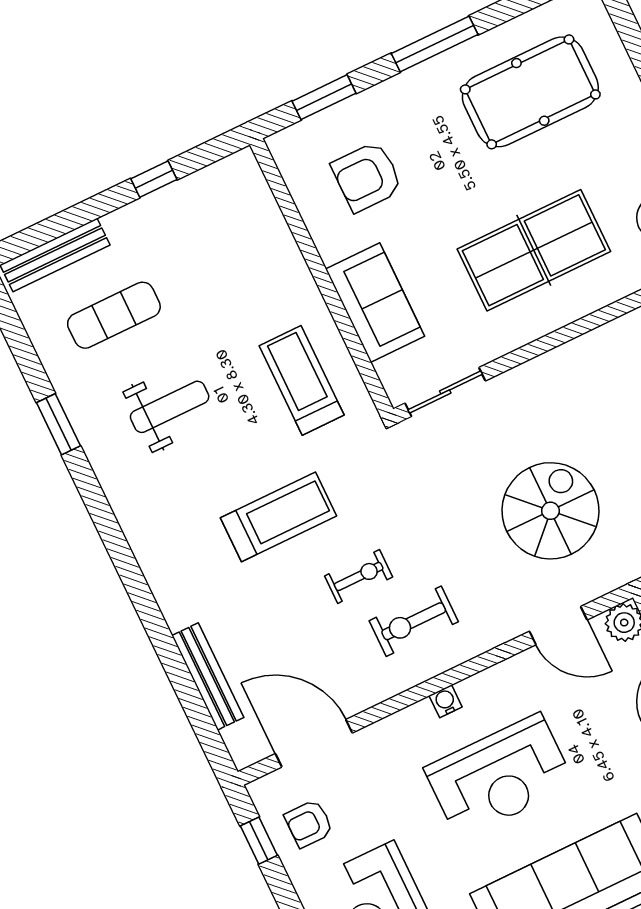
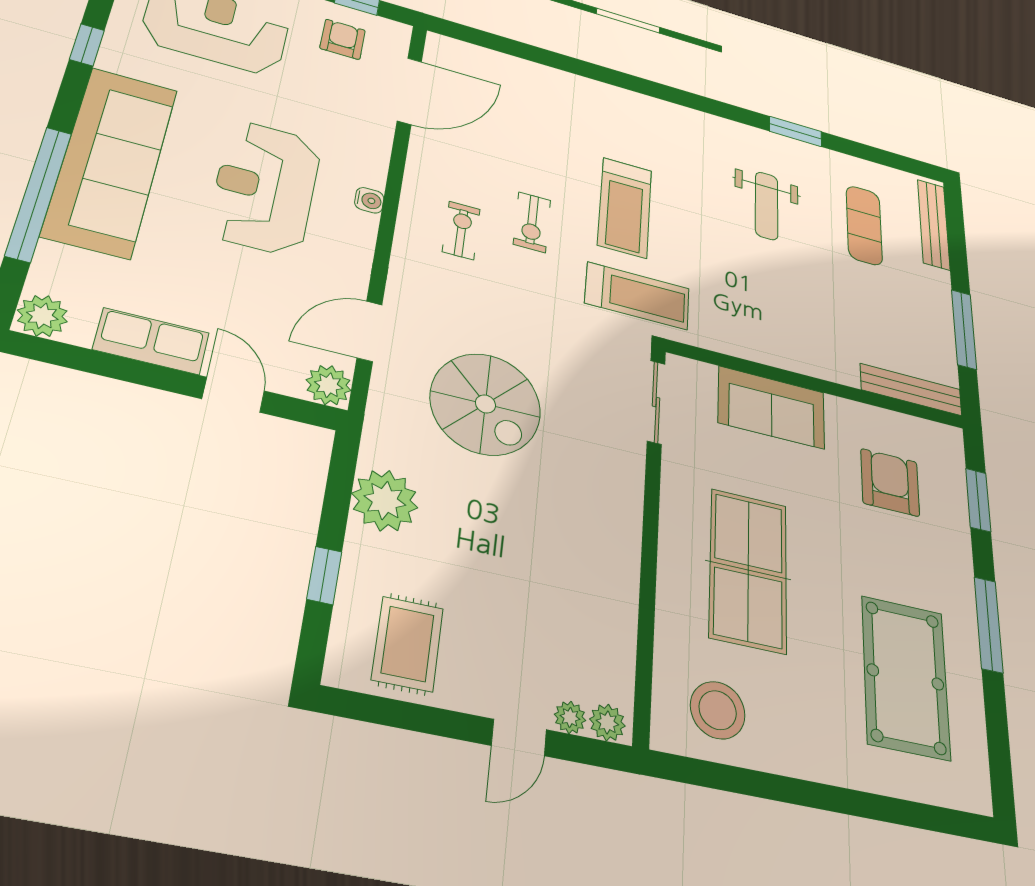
window: (154, 179) -> (964, 329), width x2.17
treadmill: (302, 380) -> (637, 296), moved
exercise bike: (414, 621) -> (461, 230), width x0.73, depth x0.72
bench: (208, 676) -> (911, 390), moved

